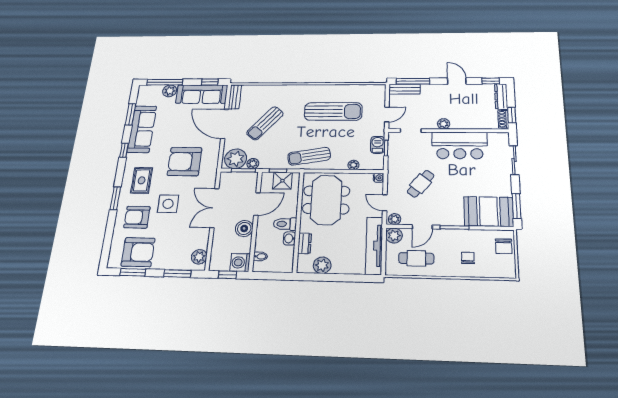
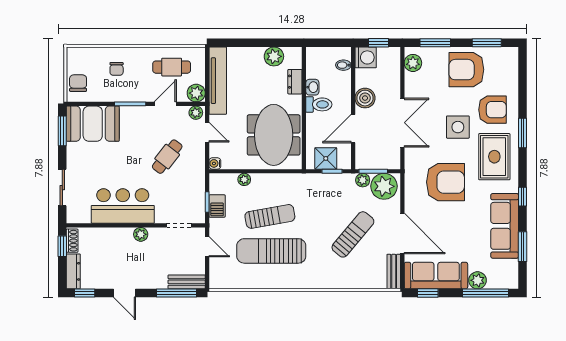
door: (387, 115) -> (207, 247), swing flipped
sun lounger: (309, 156) -> (270, 216), moved
rug: (142, 180) -> (494, 157), width x1.36, depth x1.43
armchair: (138, 252) -> (466, 70), moved

